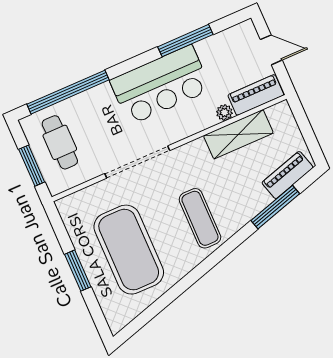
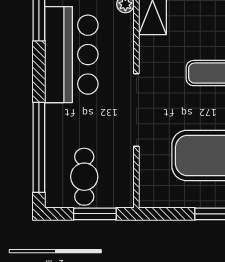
cafe table: (60, 142) -> (84, 177), turned 90

